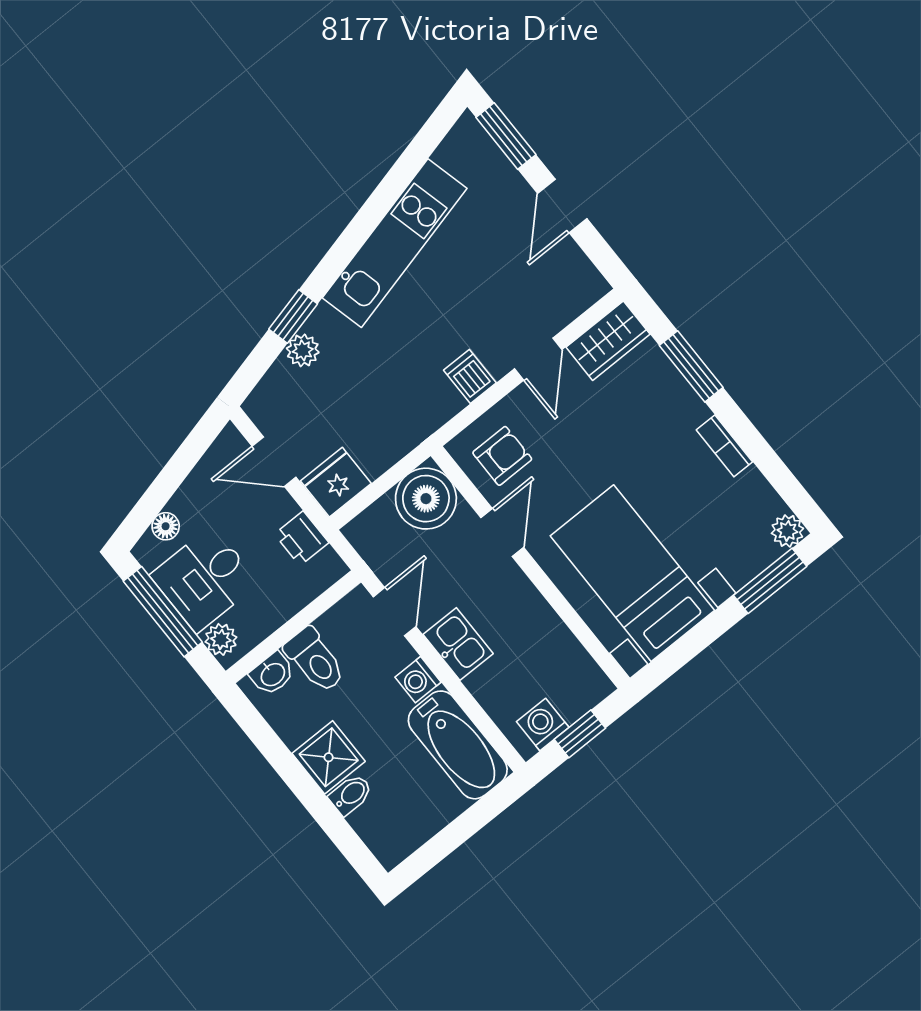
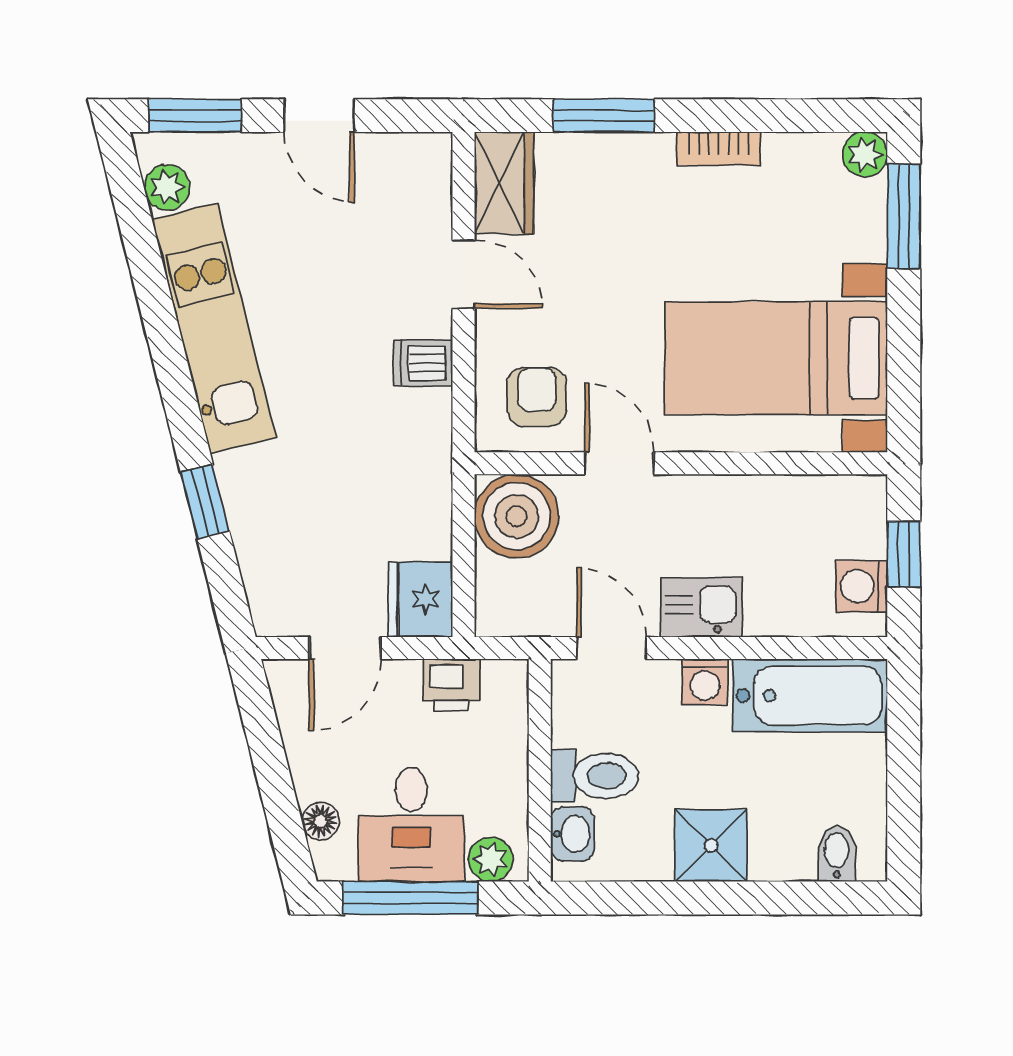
plant: (303, 350) -> (167, 187), moved
bidet: (351, 795) -> (837, 854), moved

